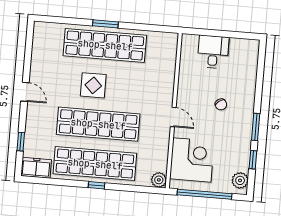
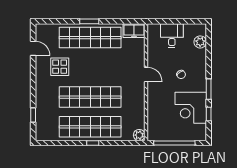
display table: (93, 85) -> (60, 67), moved
door: (25, 92) -> (33, 48), moved
door: (173, 117) -> (146, 75), moved
corner desk: (192, 160) -> (191, 108), moved, turned 180
freezer: (36, 168) -> (134, 31), moved, turned 180
plant: (240, 180) -> (200, 42), moved

